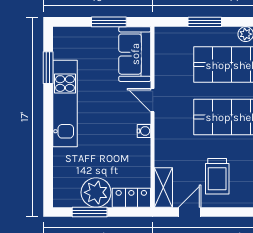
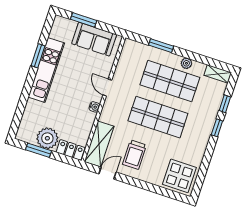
window: (109, 22) -> (84, 20), moved
sofa: (135, 54) -> (94, 39), moved, turned -90
window: (48, 68) -> (38, 56), moved
shelving: (163, 187) -> (99, 144), width x1.50, depth x1.33

